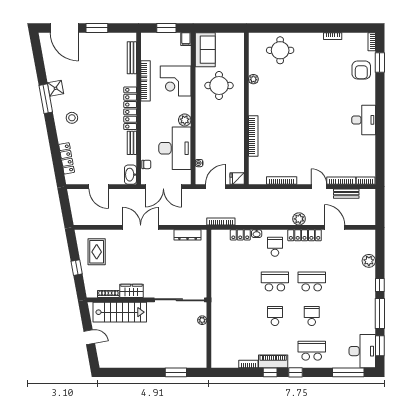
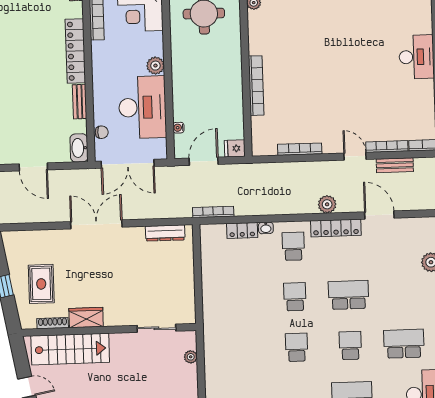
rug: (97, 252) -> (41, 284), moved
school desk: (275, 281) -> (295, 297), width x0.54
sliding door: (179, 300) -> (156, 328), width x0.54
school desk: (348, 316) -> (404, 344), added

